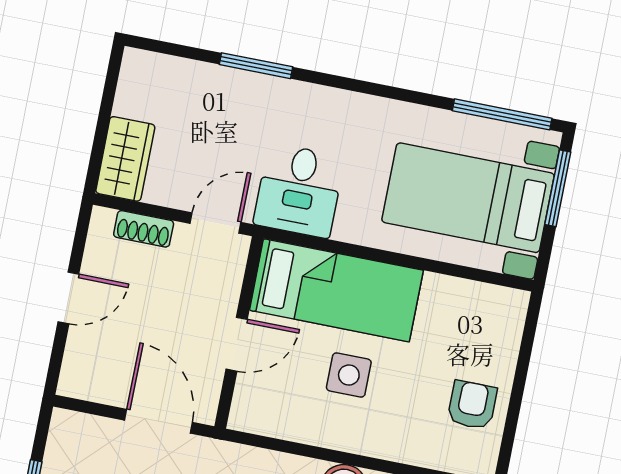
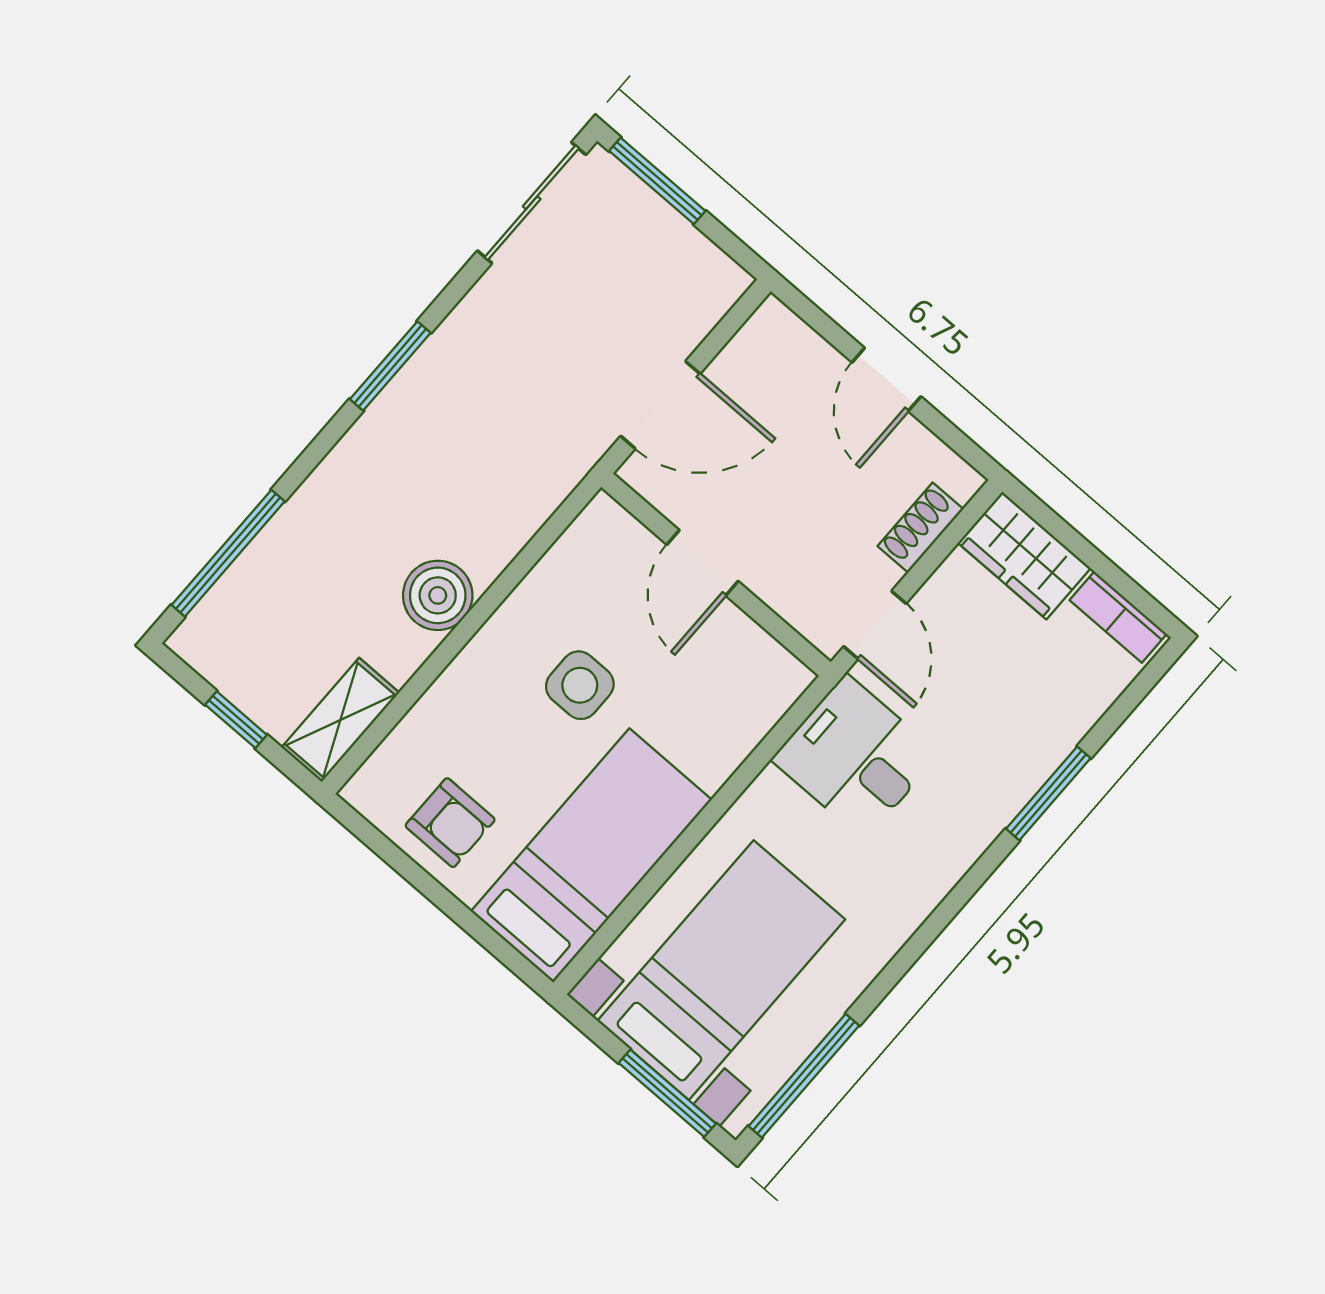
bookcase: (130, 84) -> (1118, 617), added
bed: (336, 290) -> (591, 855), moved, turned 180

